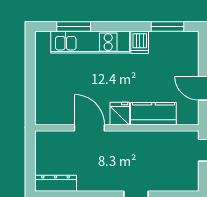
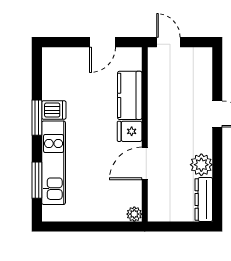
window: (168, 26) -> (37, 118), moved
plant: (42, 118) -> (134, 214), added
plant: (88, 181) -> (201, 165), added

